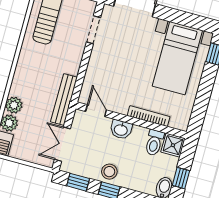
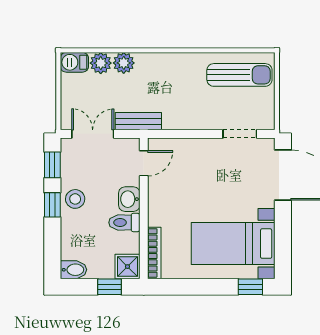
bench: (64, 100) -> (138, 121), width x0.73
bookcase: (149, 116) -> (154, 253), moved
toilet: (154, 143) -> (124, 222), moved
window: (181, 178) -> (109, 287), moved

